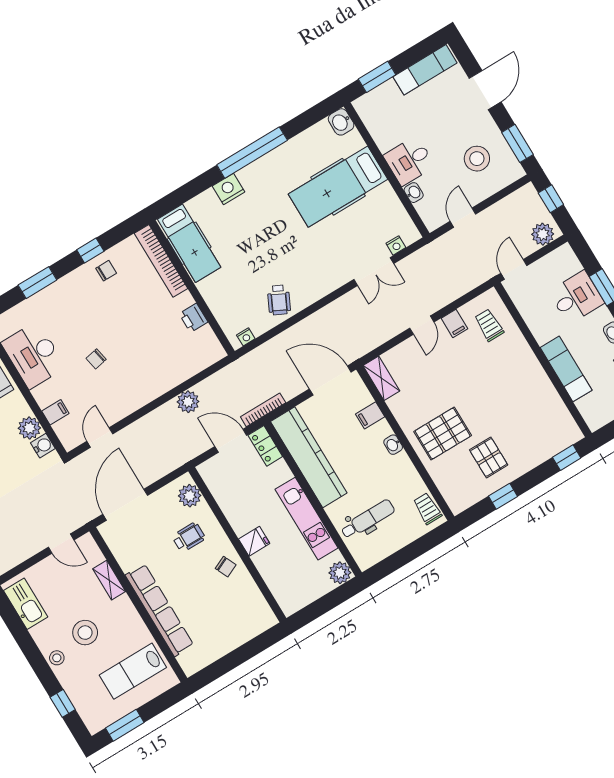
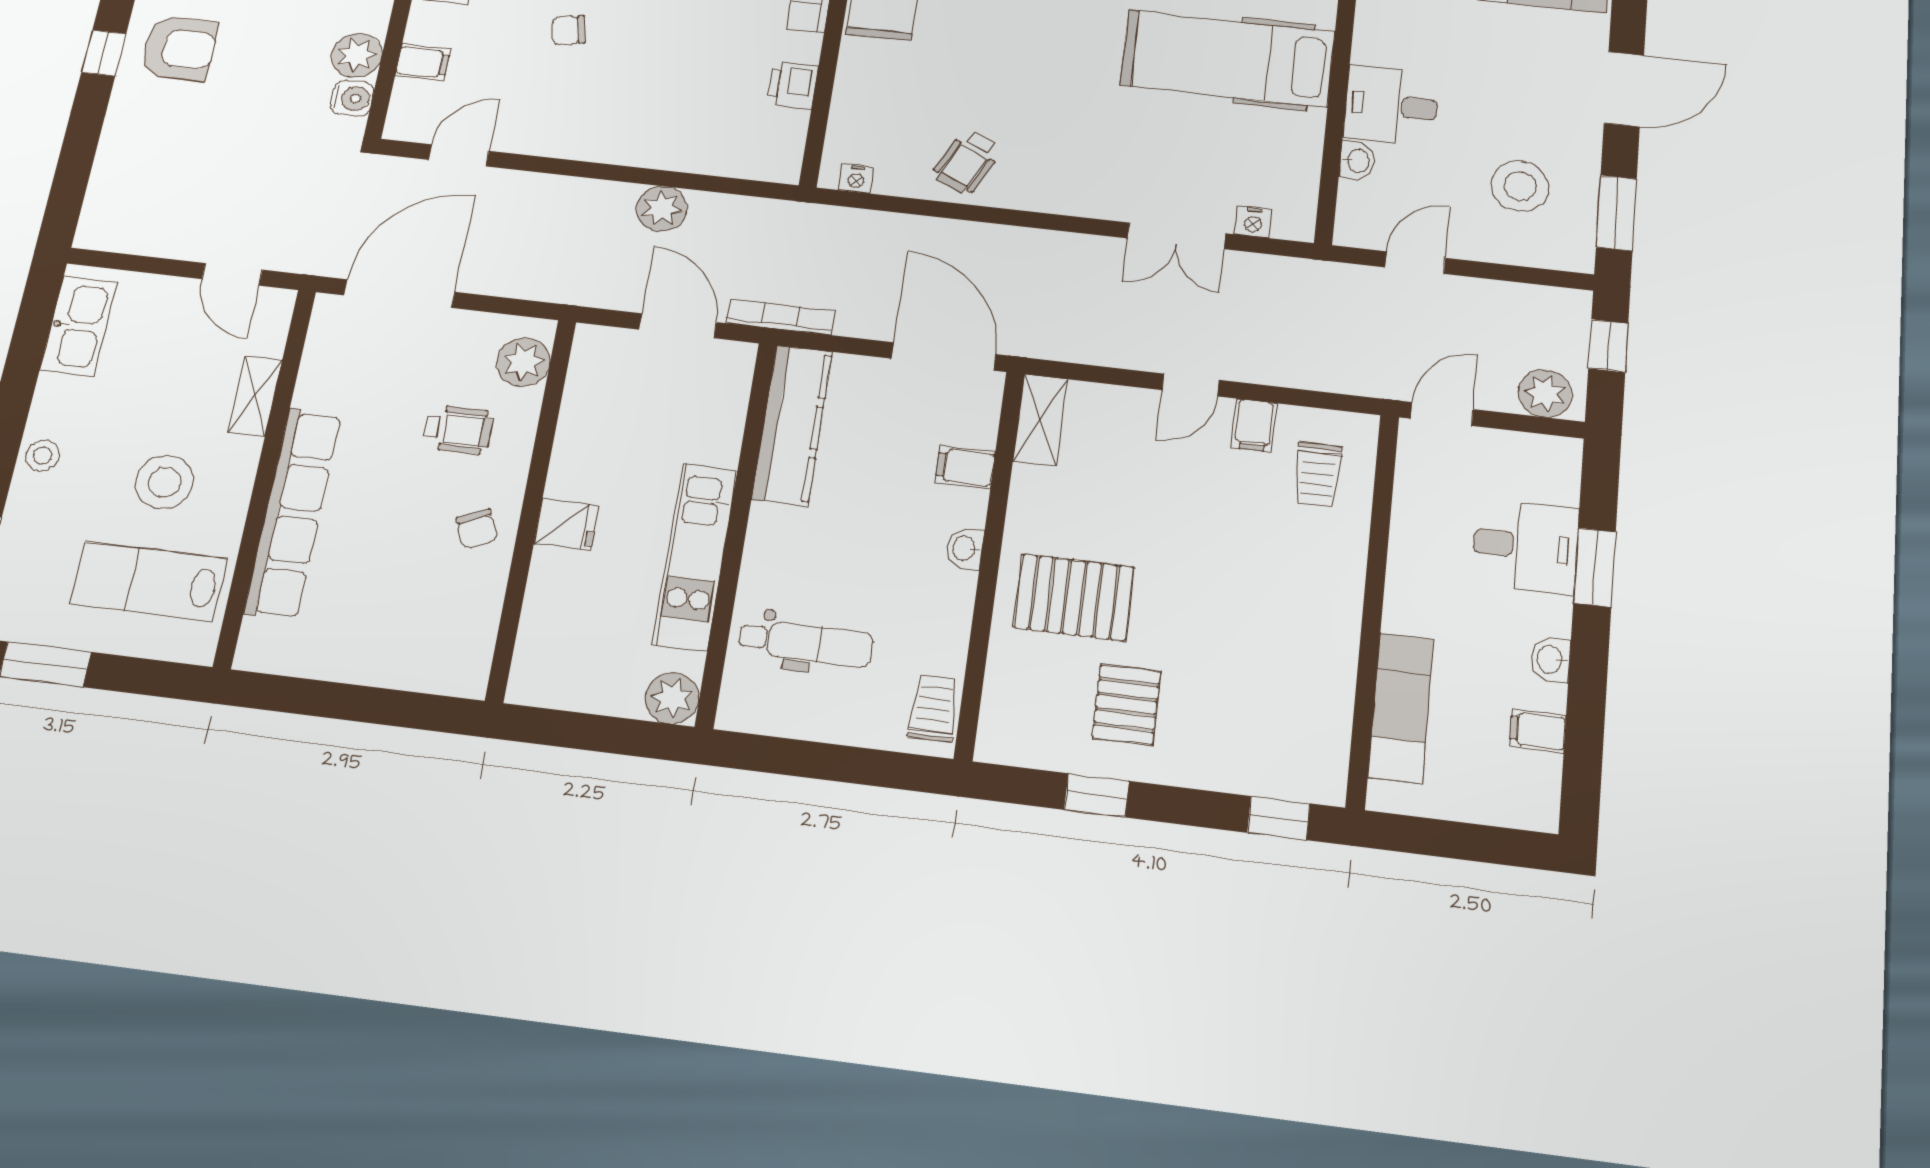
trolley: (489, 325) -> (1318, 475), turned 180
exam couch: (566, 369) -> (1401, 708), moved
locker: (265, 446) -> (731, 379), removed
kitchen counter: (309, 457) -> (792, 425), width x0.72, depth x0.86
stool: (85, 633) -> (165, 482), moved

